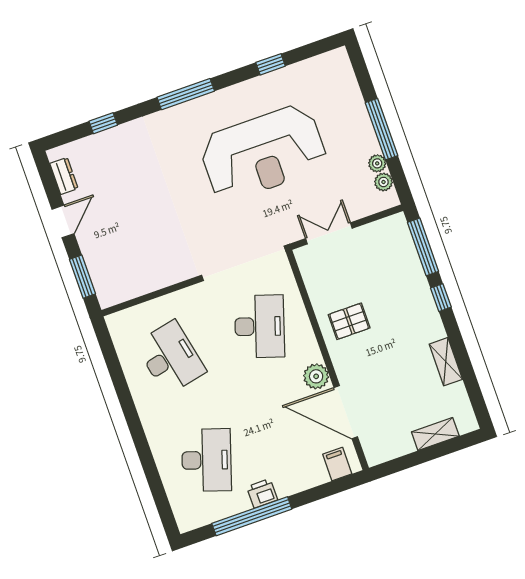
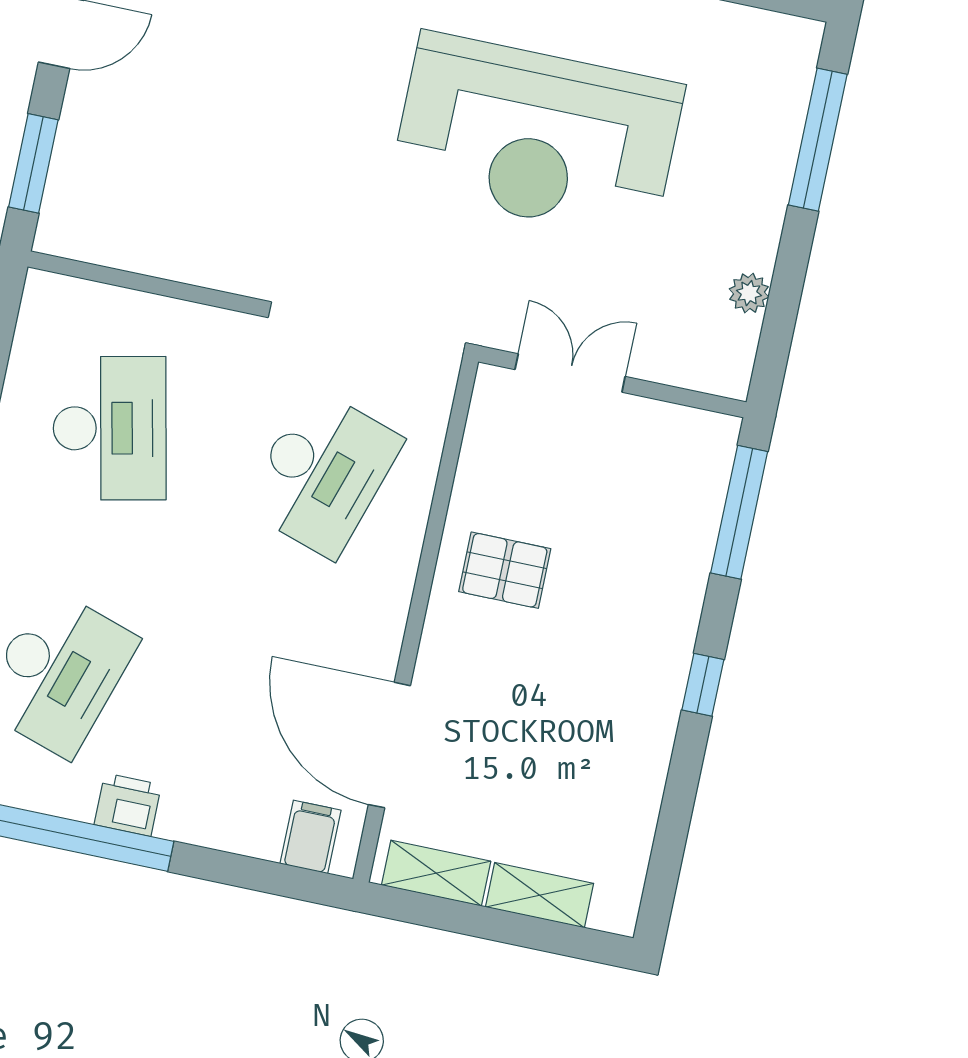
window: (382, 129) -> (818, 140), moved
plant: (383, 182) -> (739, 337), removed
window: (441, 298) -> (703, 685), moved
shelving: (446, 362) -> (436, 873), moved, turned 90
plant: (316, 376) -> (374, 639), removed

